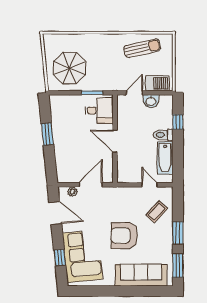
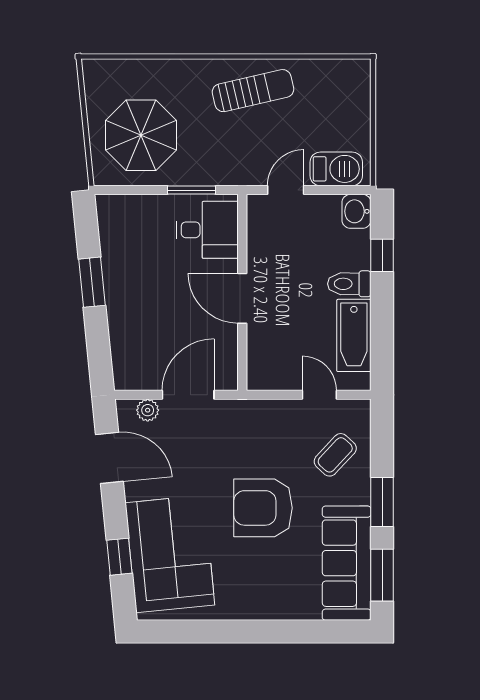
sun lounger: (142, 48) -> (253, 91), moved
washbasin: (151, 101) -> (356, 211), moved, turned 90
sofa: (141, 275) -> (347, 563), moved, turned -90

